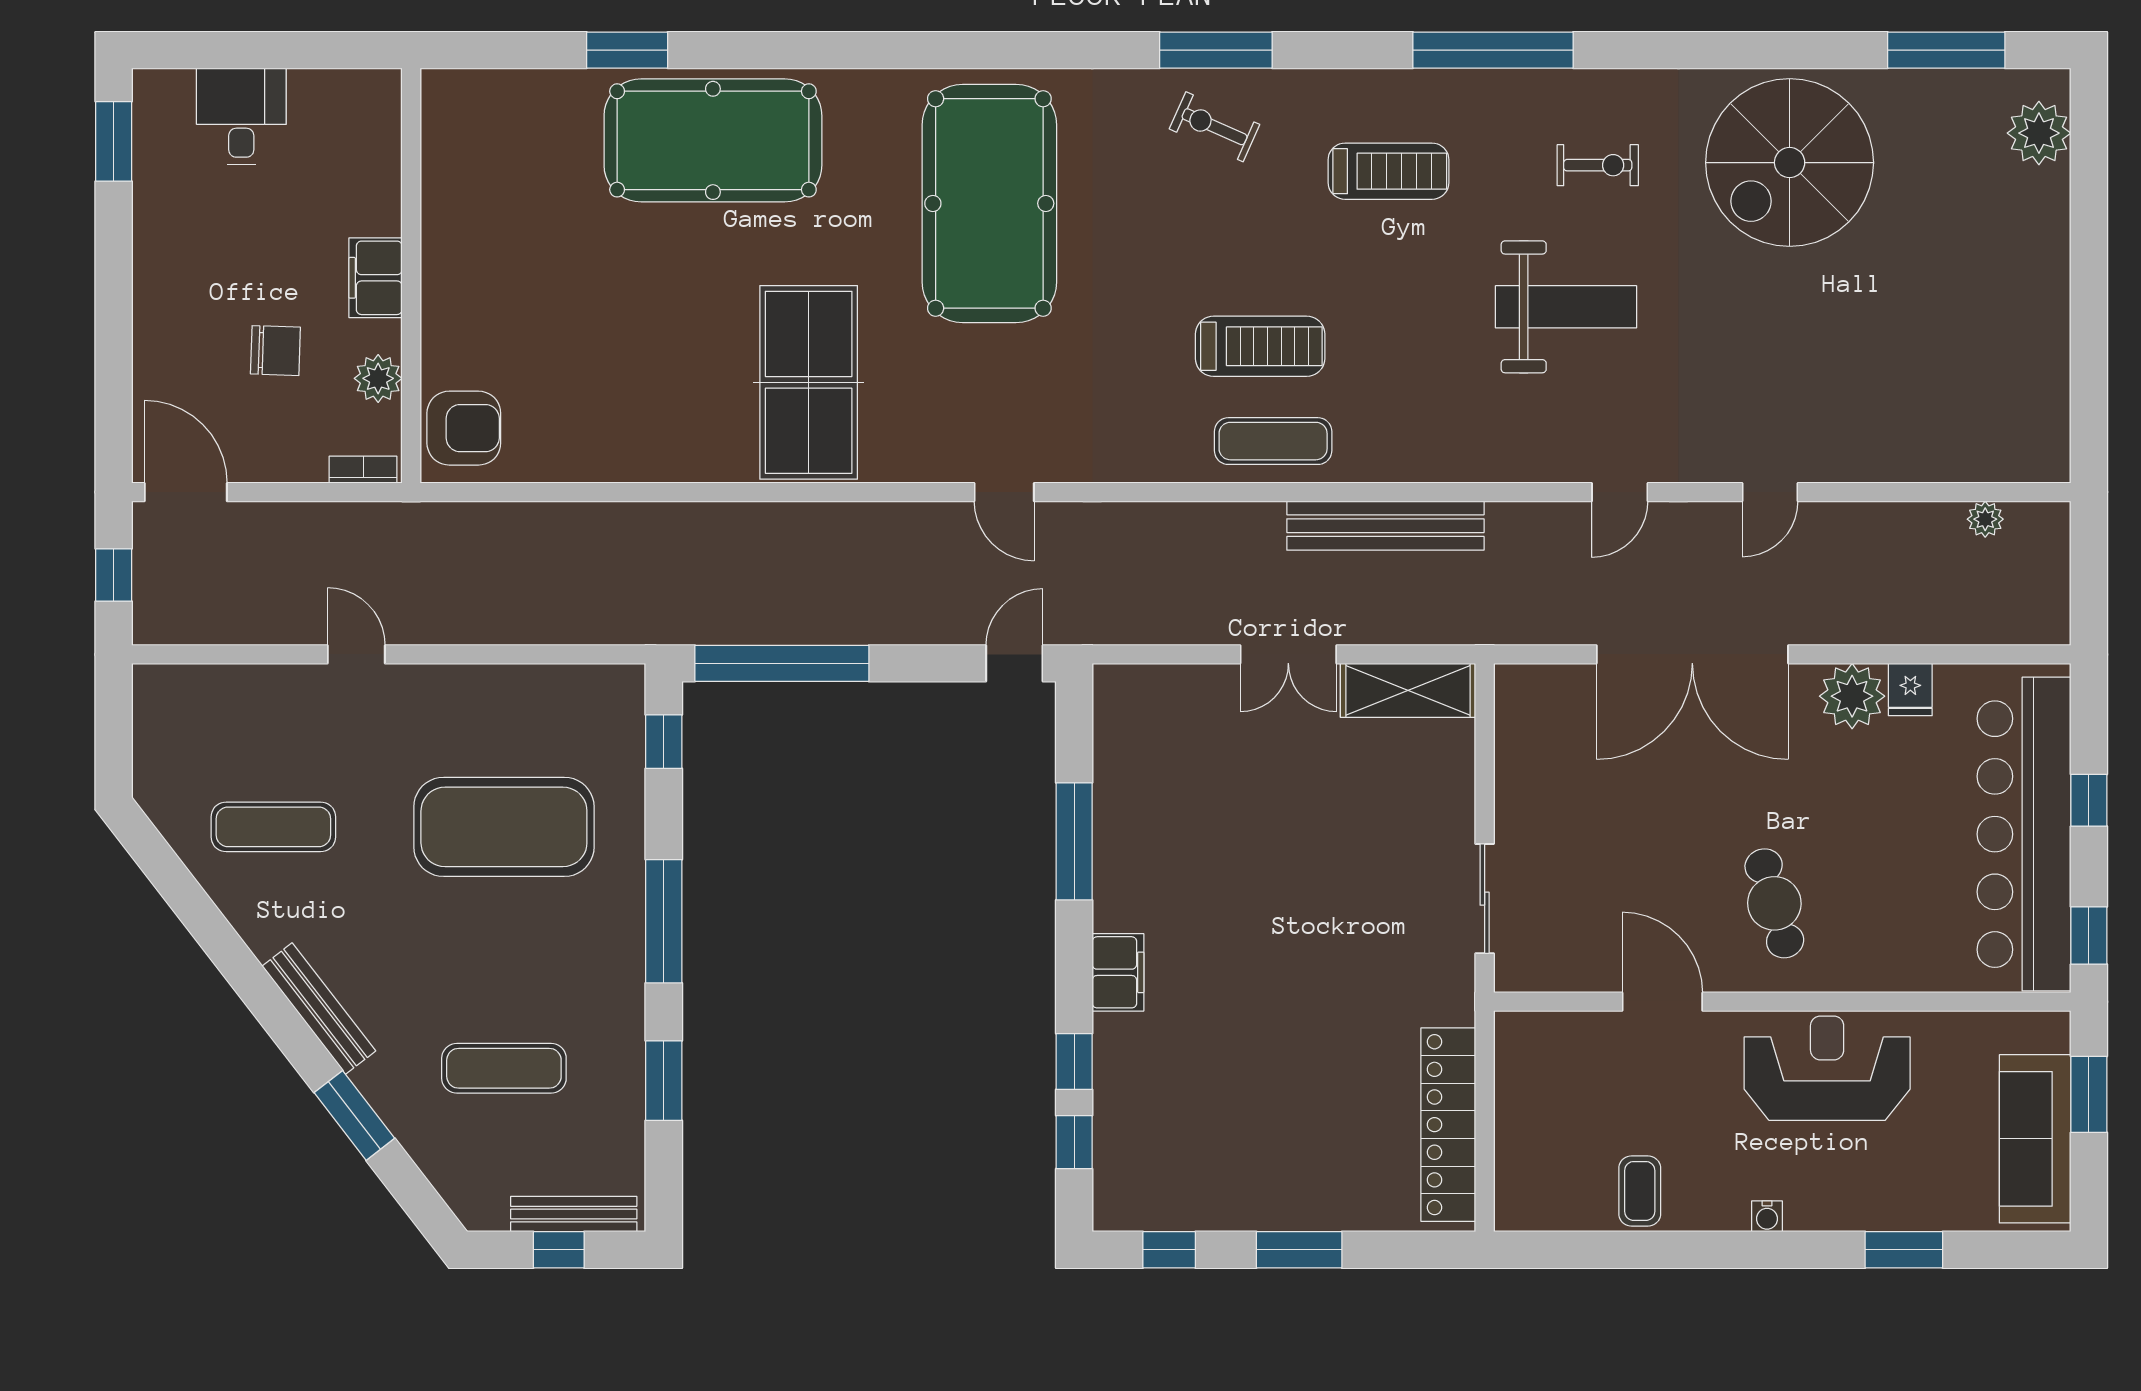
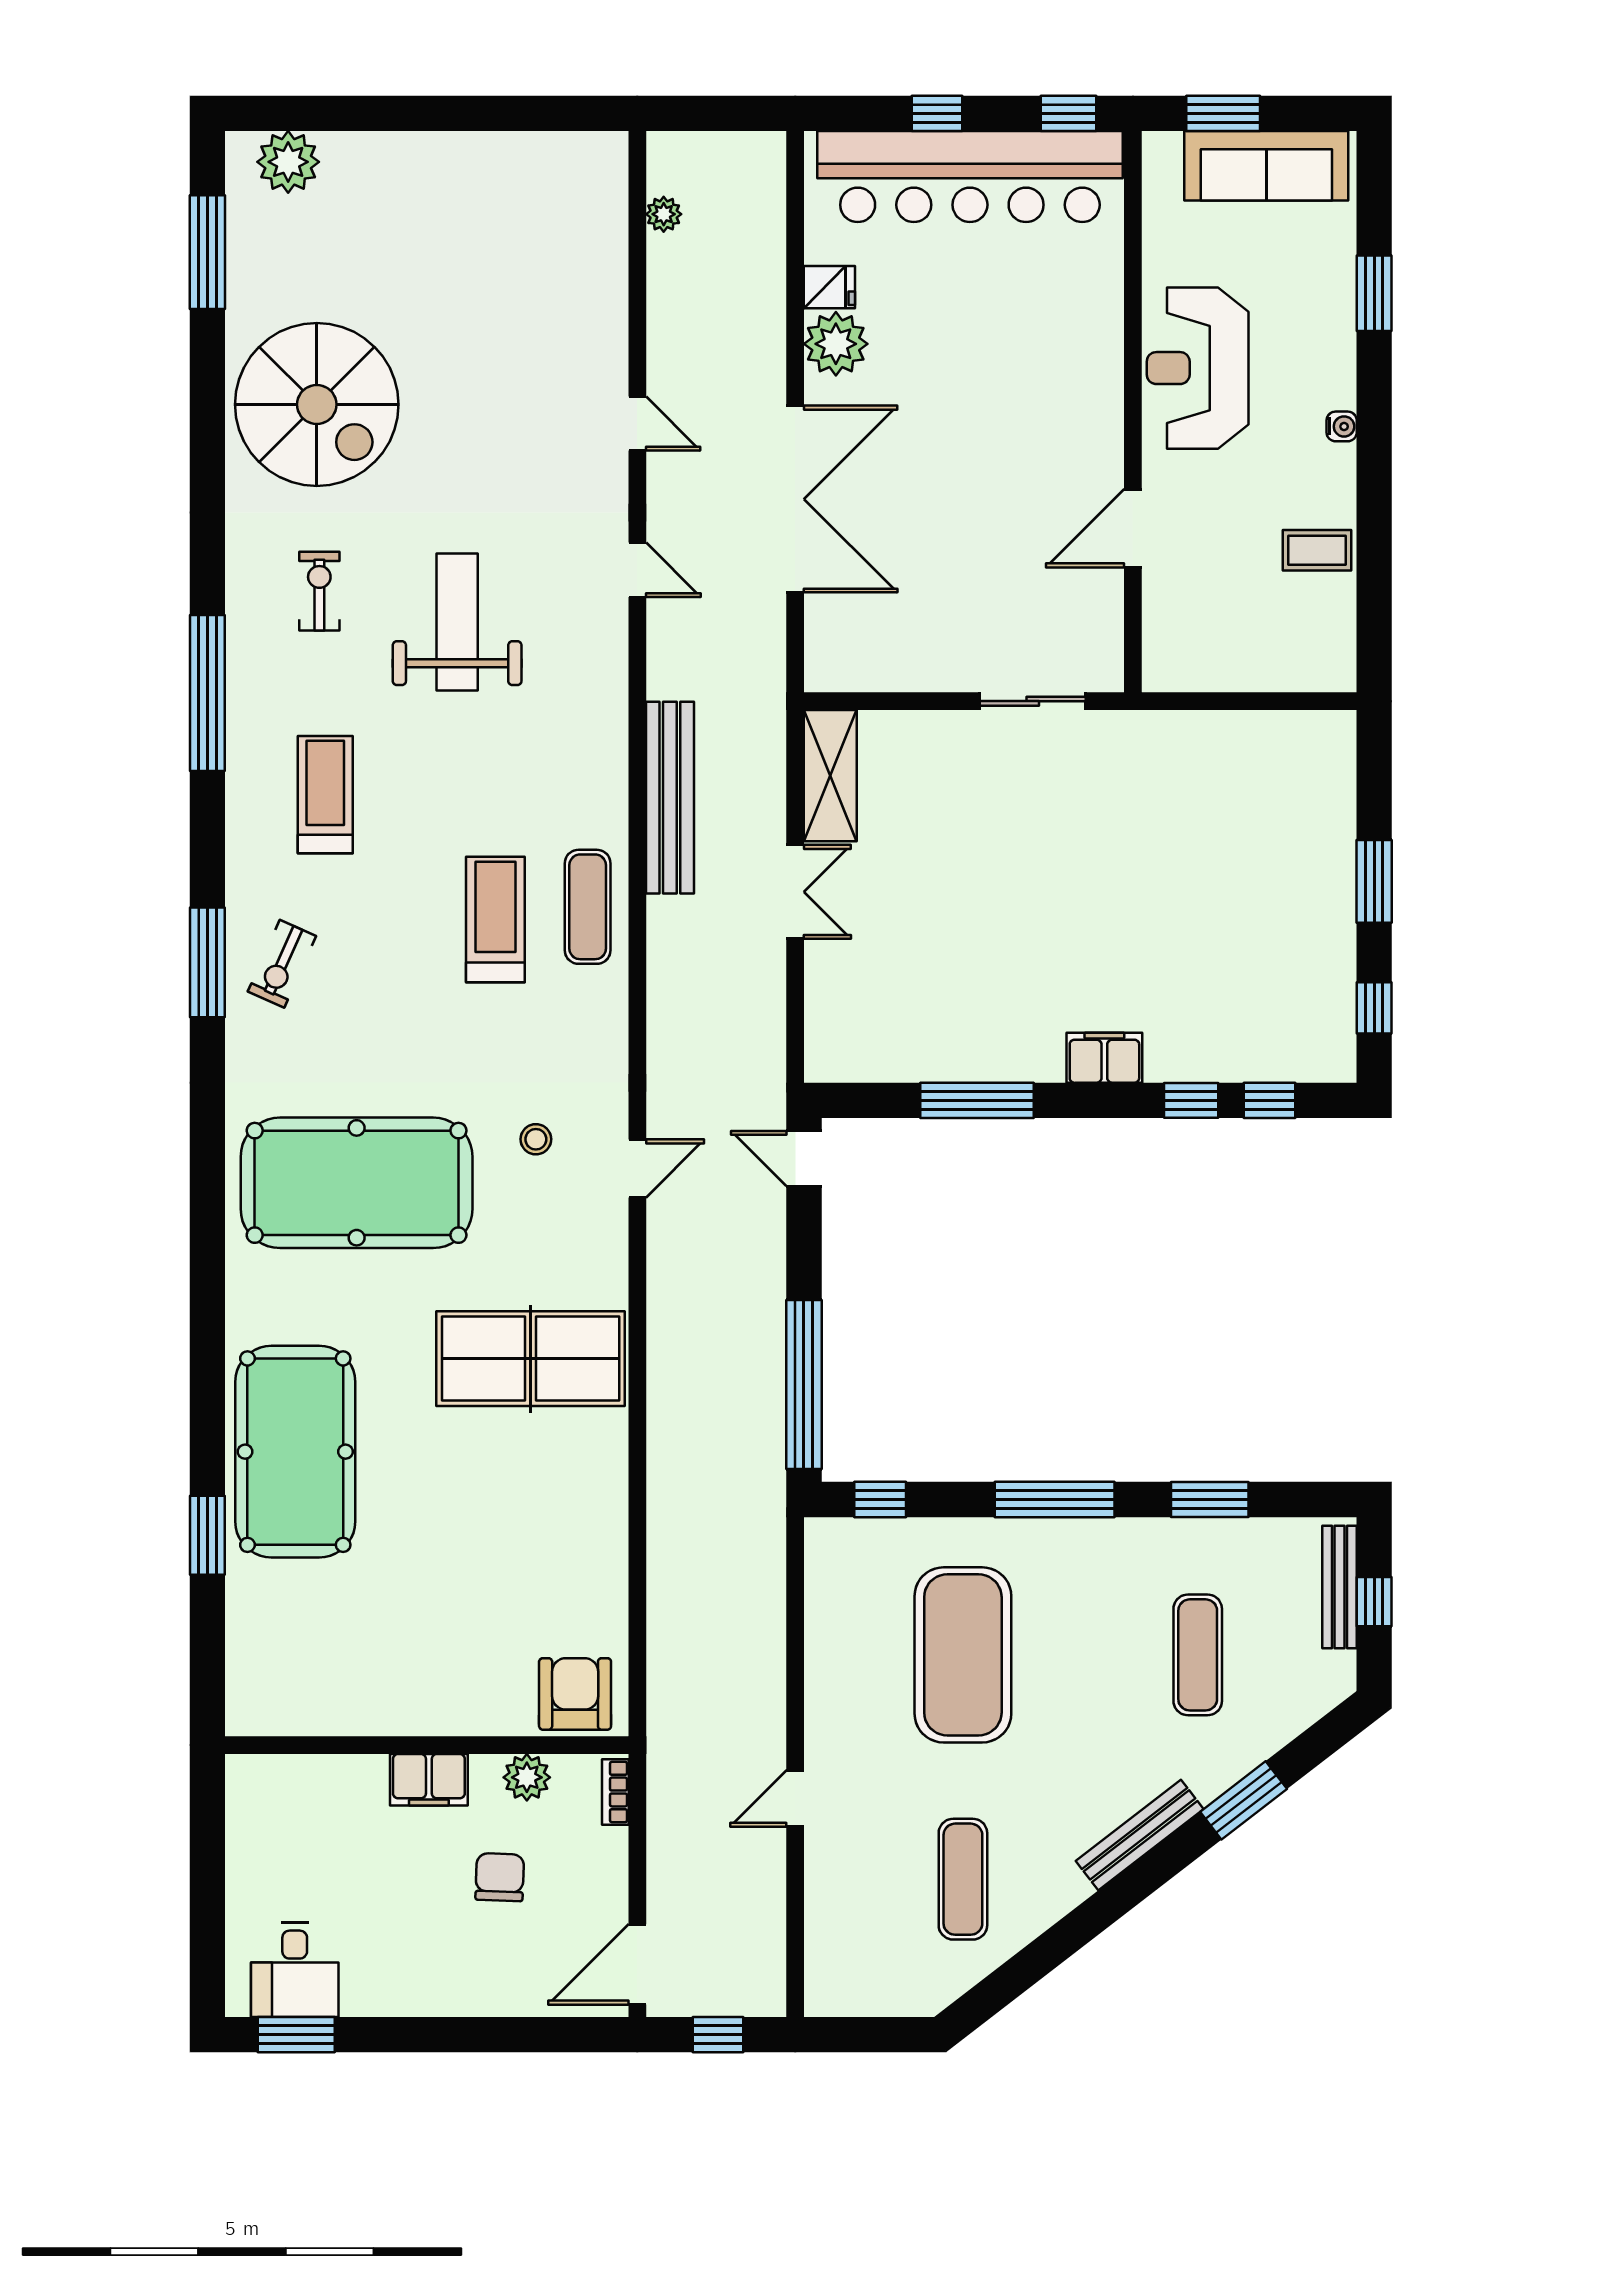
desk: (241, 117) -> (295, 1970), moved, turned -90
stool: (1034, 388) -> (536, 1139), added
cafe table: (1774, 903) -> (1037, 419), removed
locker: (1448, 1125) -> (1252, 737), removed

